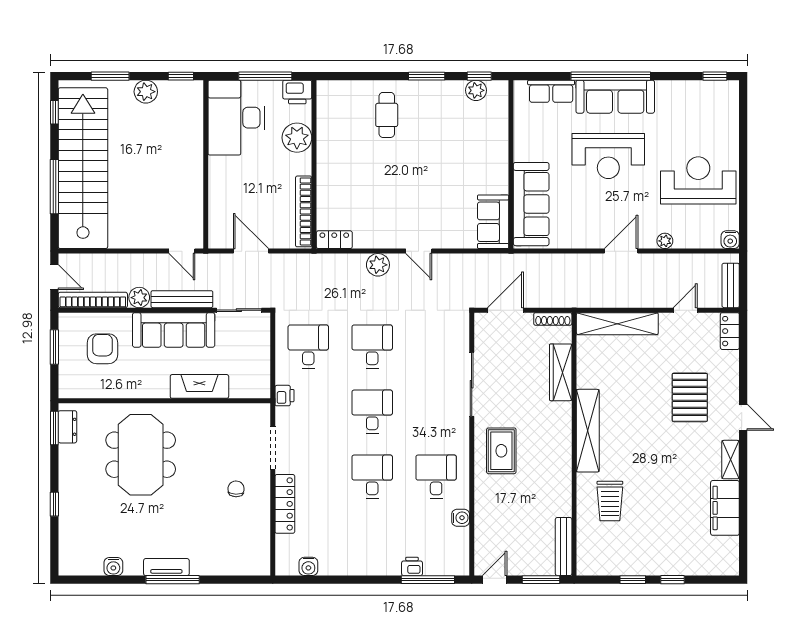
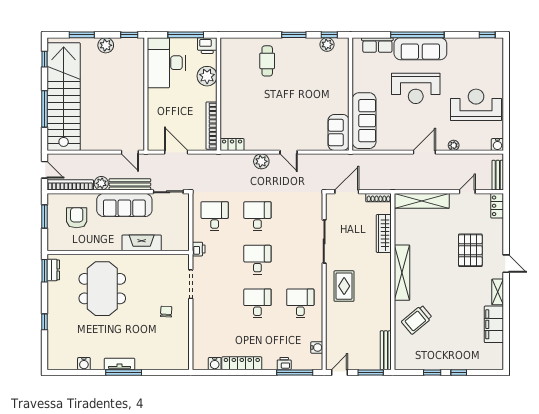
trolley: (610, 501) -> (417, 320), turned 50
locker: (285, 504) -> (242, 363), moved, turned -90
water cooler: (461, 518) -> (317, 347), moved

